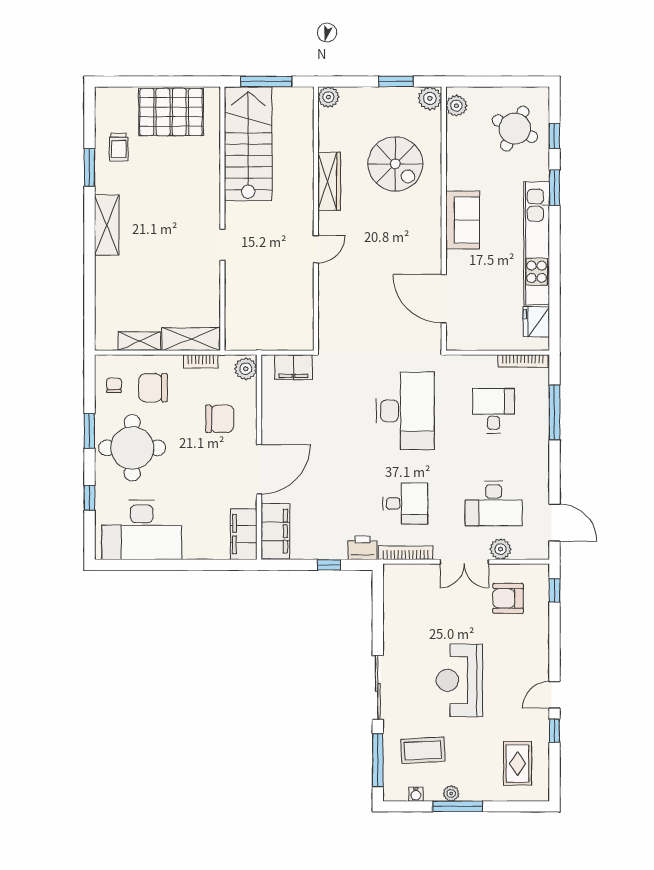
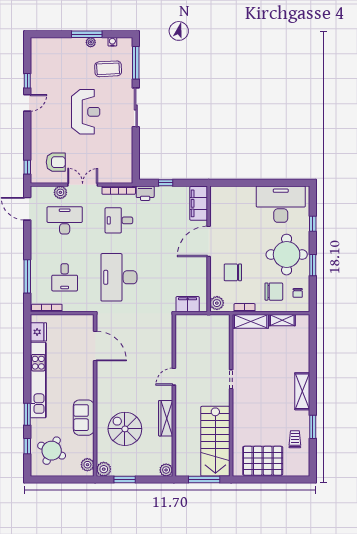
sofa: (463, 220) -> (84, 418), moved
filing cabinet: (244, 534) -> (218, 202), removed
rug: (517, 763) -> (50, 61), removed

